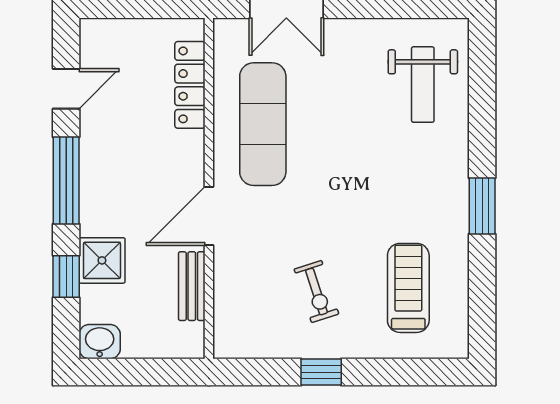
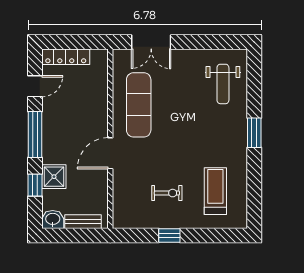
locker: (190, 85) -> (66, 57), moved, turned -90
window: (482, 206) -> (254, 133), moved
bench: (192, 286) -> (83, 222), moved, turned 90
exercise bike: (316, 292) -> (167, 193), turned -72

